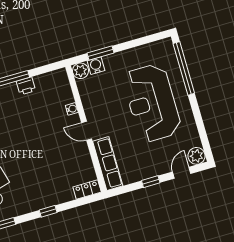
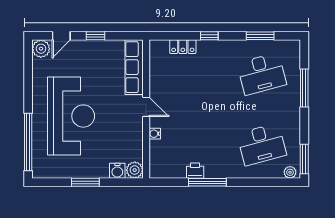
window: (100, 53) -> (85, 182), moved
locker: (87, 189) -> (183, 47), moved

